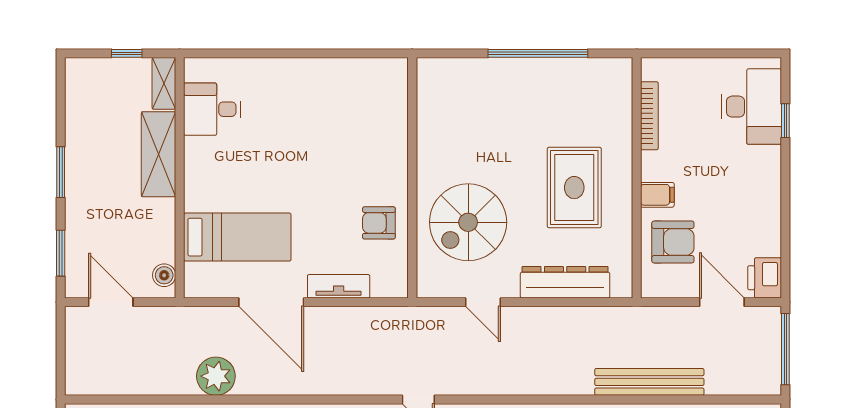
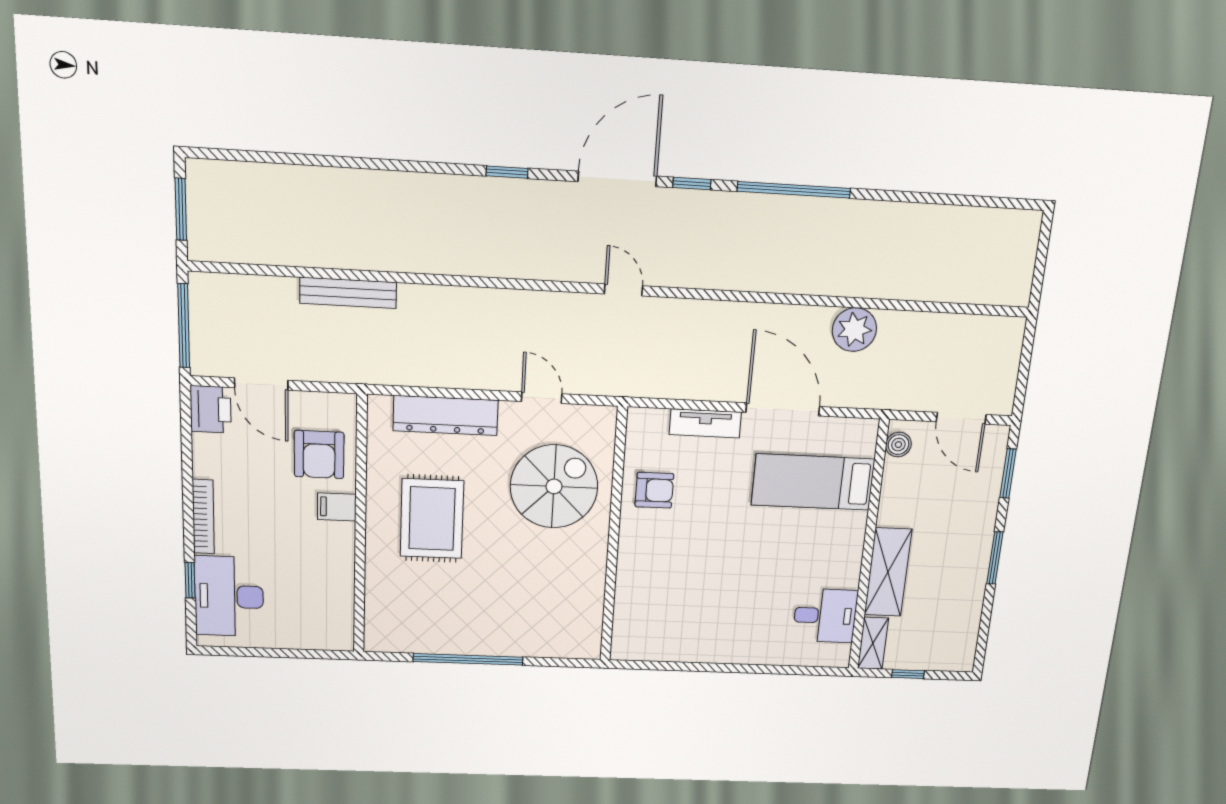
bookcase: (649, 116) -> (203, 517), moved, turned 180
armchair: (673, 242) -> (319, 454), turned -90
bench: (649, 382) -> (348, 293), width x0.73, depth x0.82

